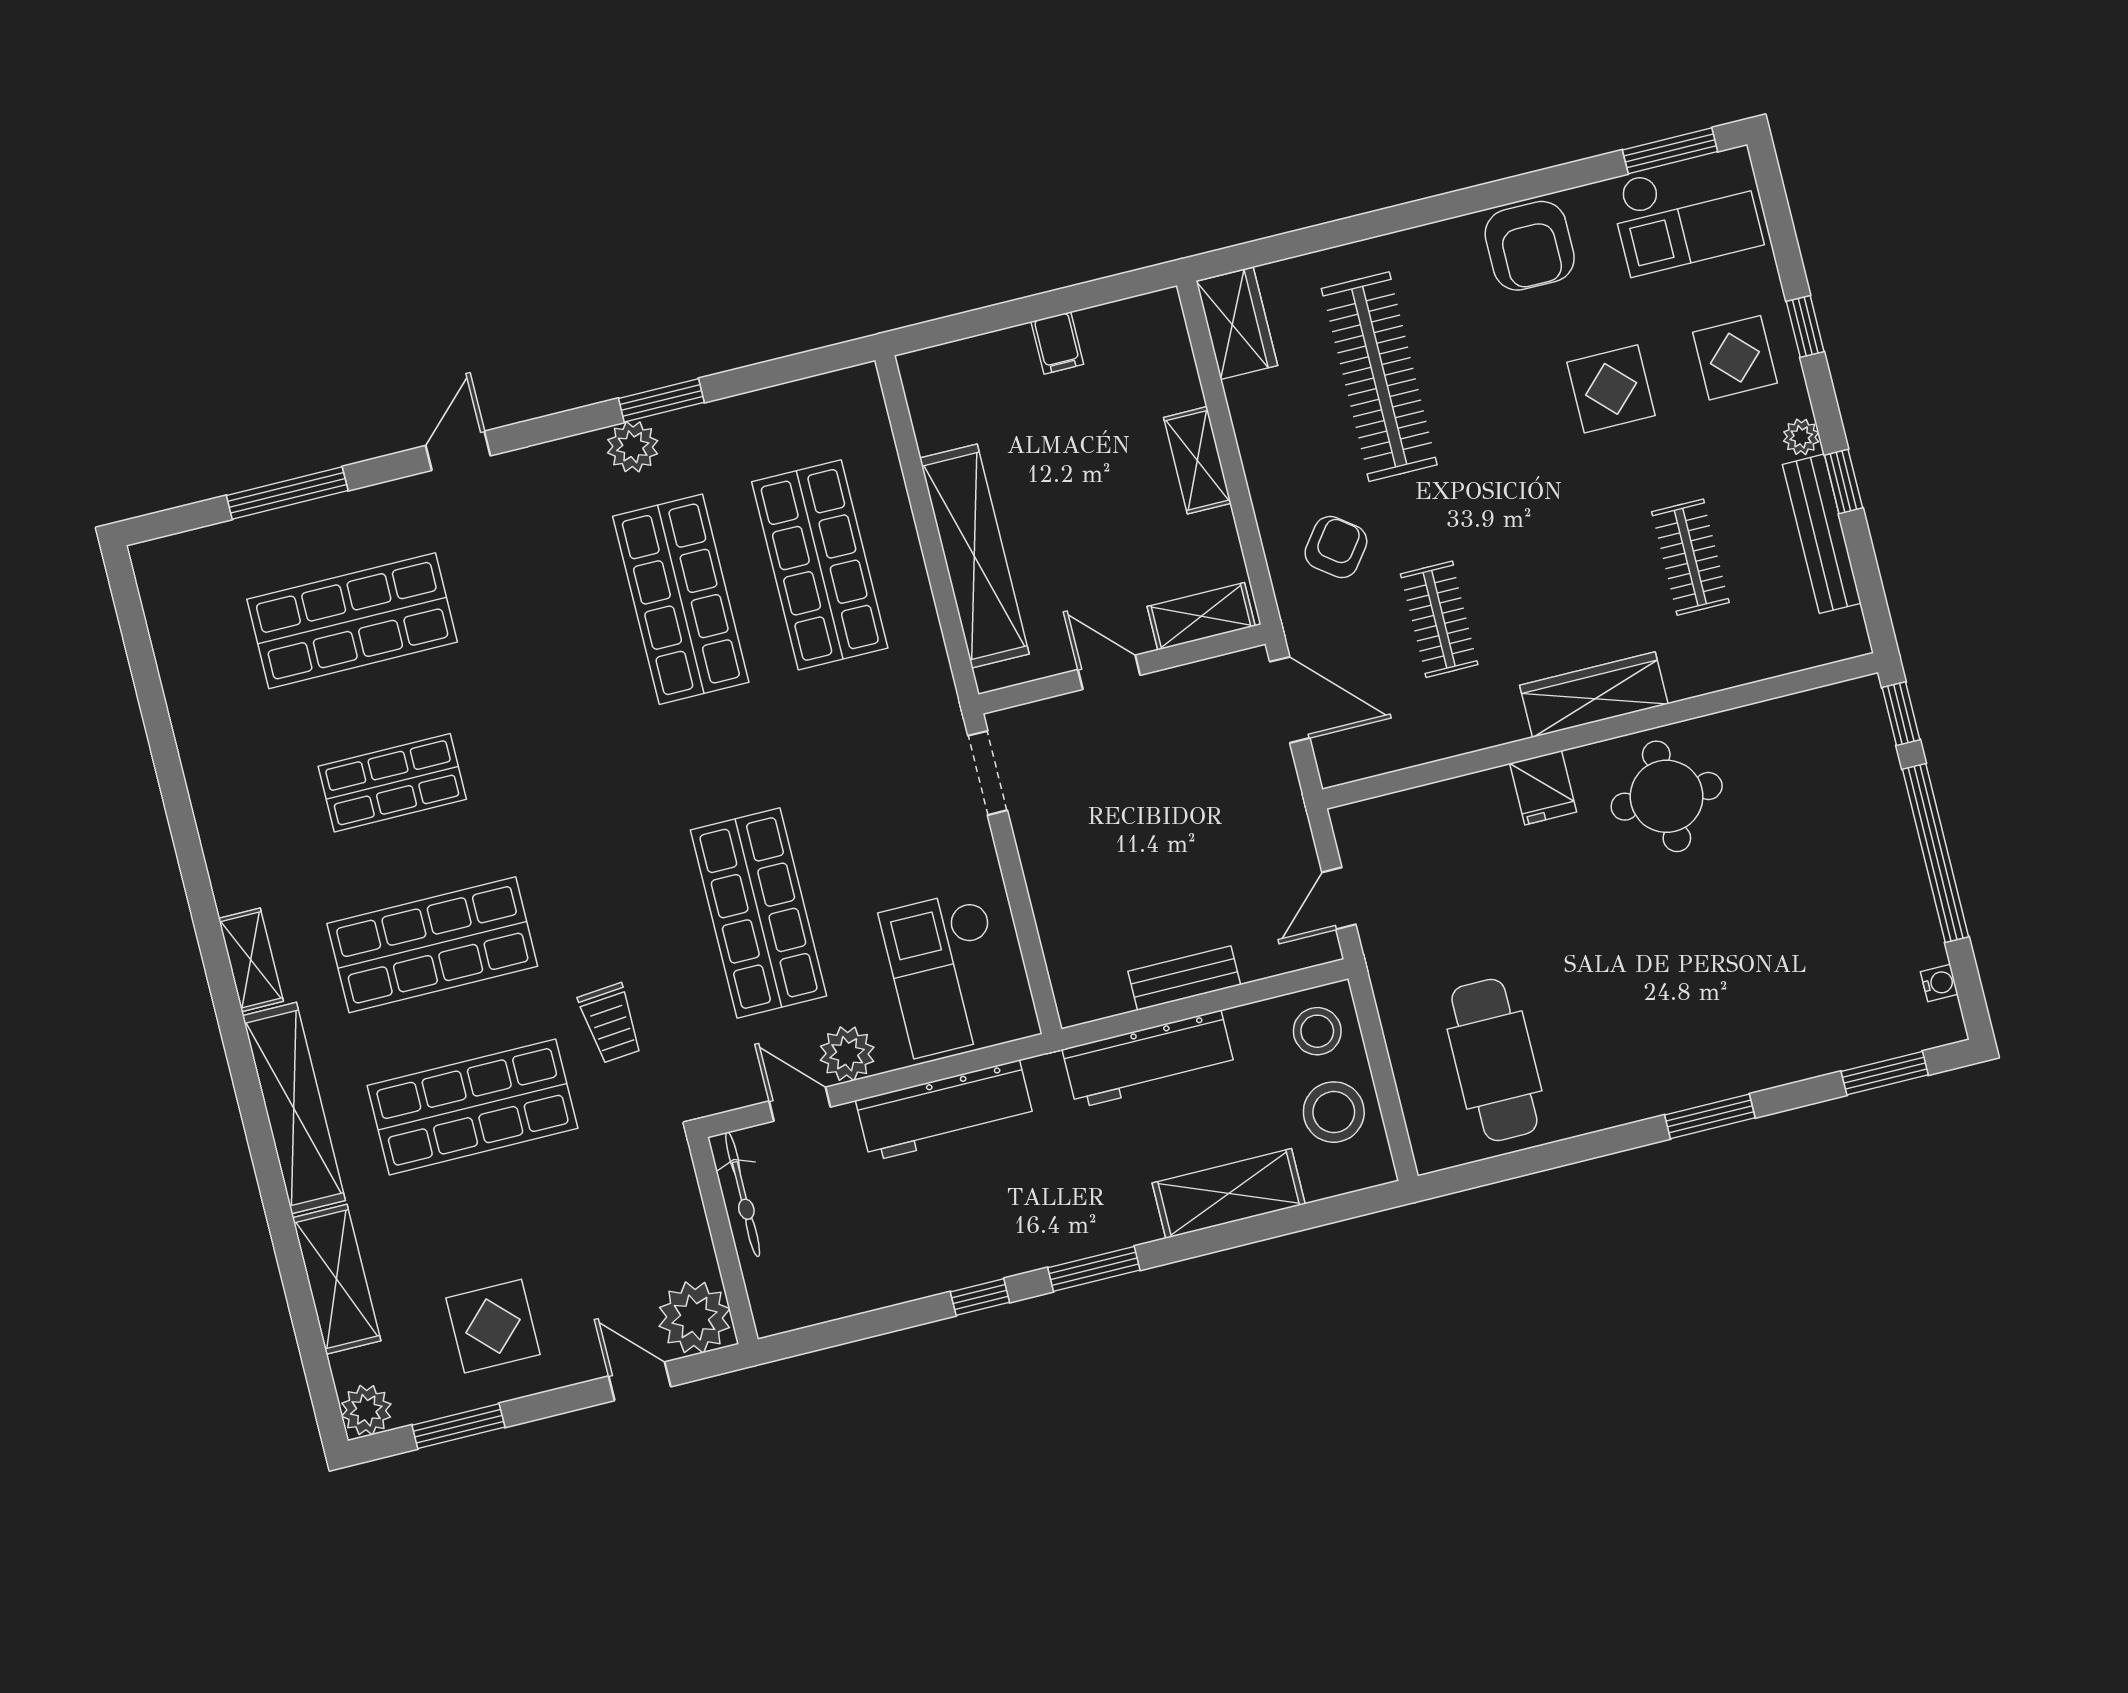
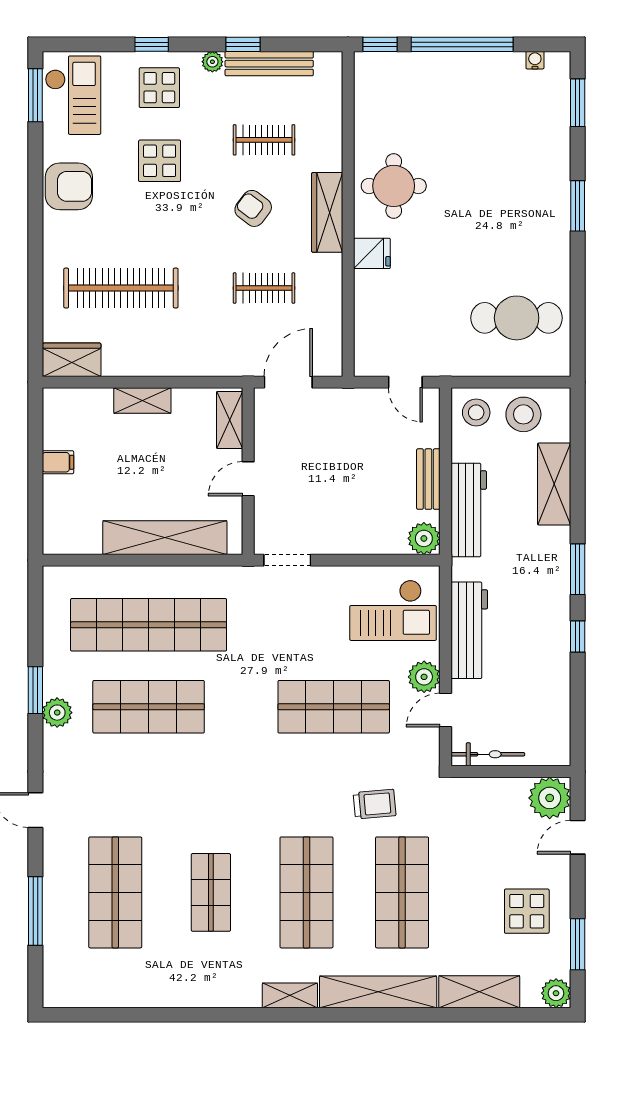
armchair: (1336, 547) -> (253, 208), moved
shop shelf: (820, 565) -> (149, 625), width x1.40
plant: (1082, 995) -> (424, 538), added

